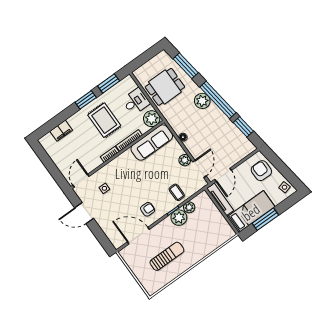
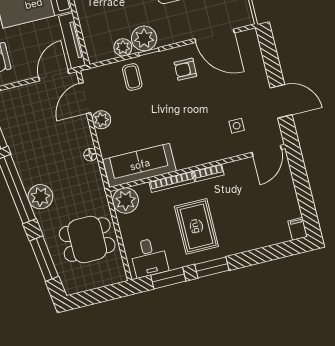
desk: (136, 102) -> (149, 257), moved, turned -90
filing cabinet: (61, 131) -> (298, 229), moved, width x0.50

